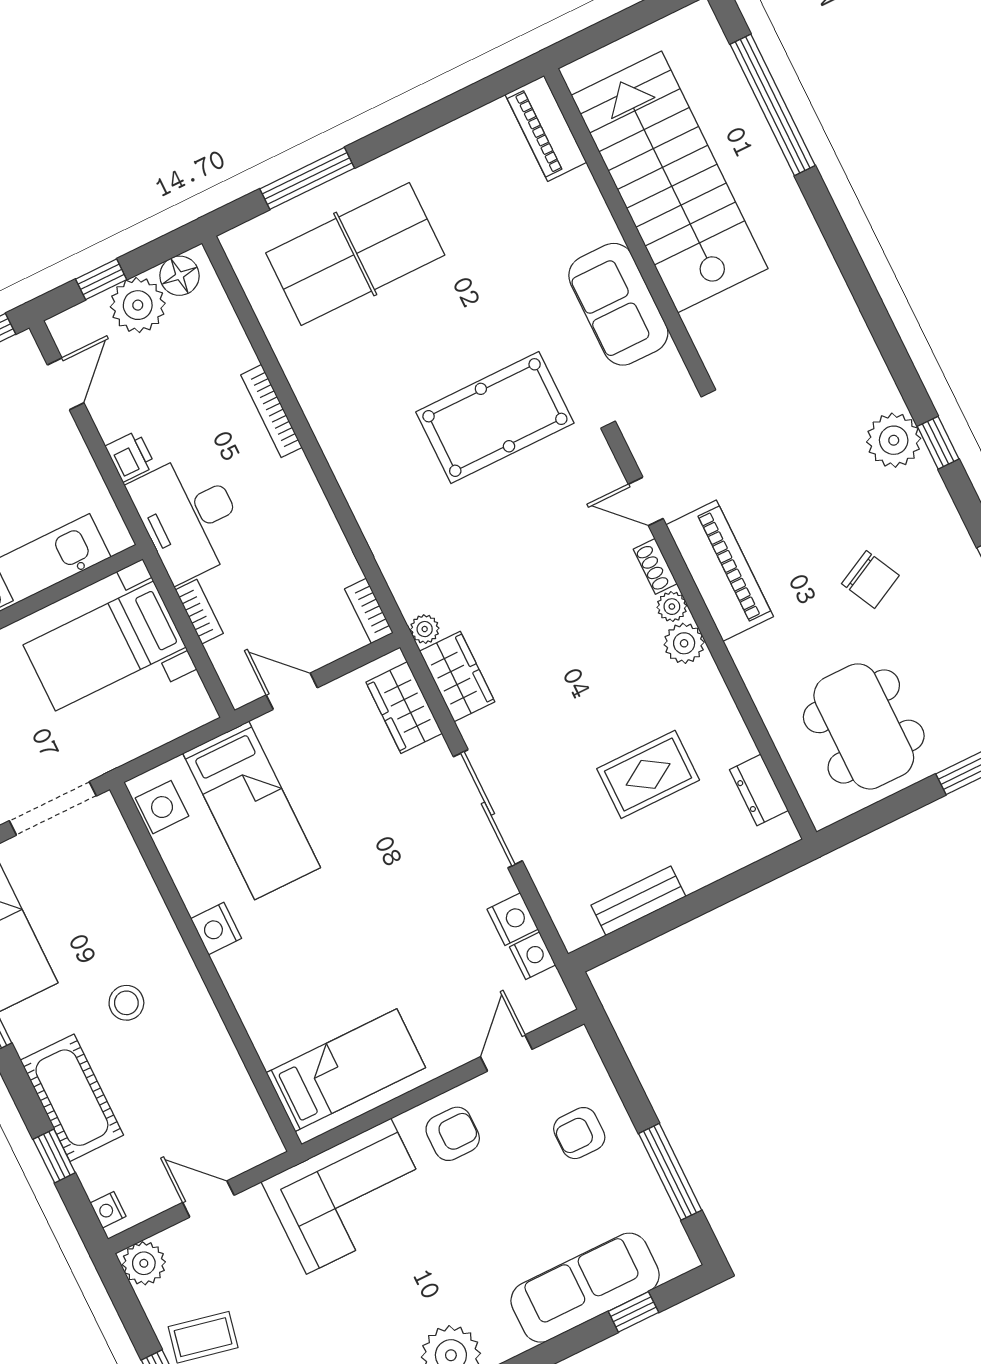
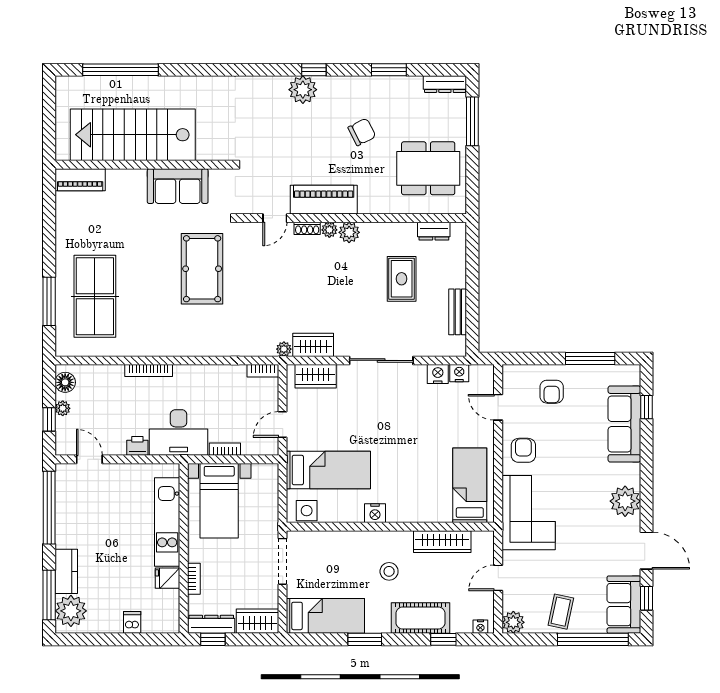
plant: (138, 305) -> (63, 408), width x0.53, depth x0.53
wardrobe: (224, 1070) -> (442, 542), added

